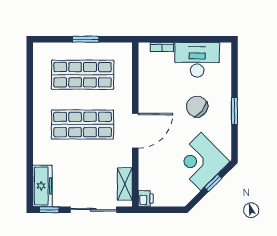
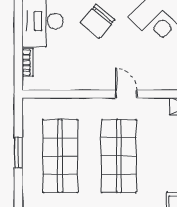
door: (135, 131) -> (126, 94), width x0.53

